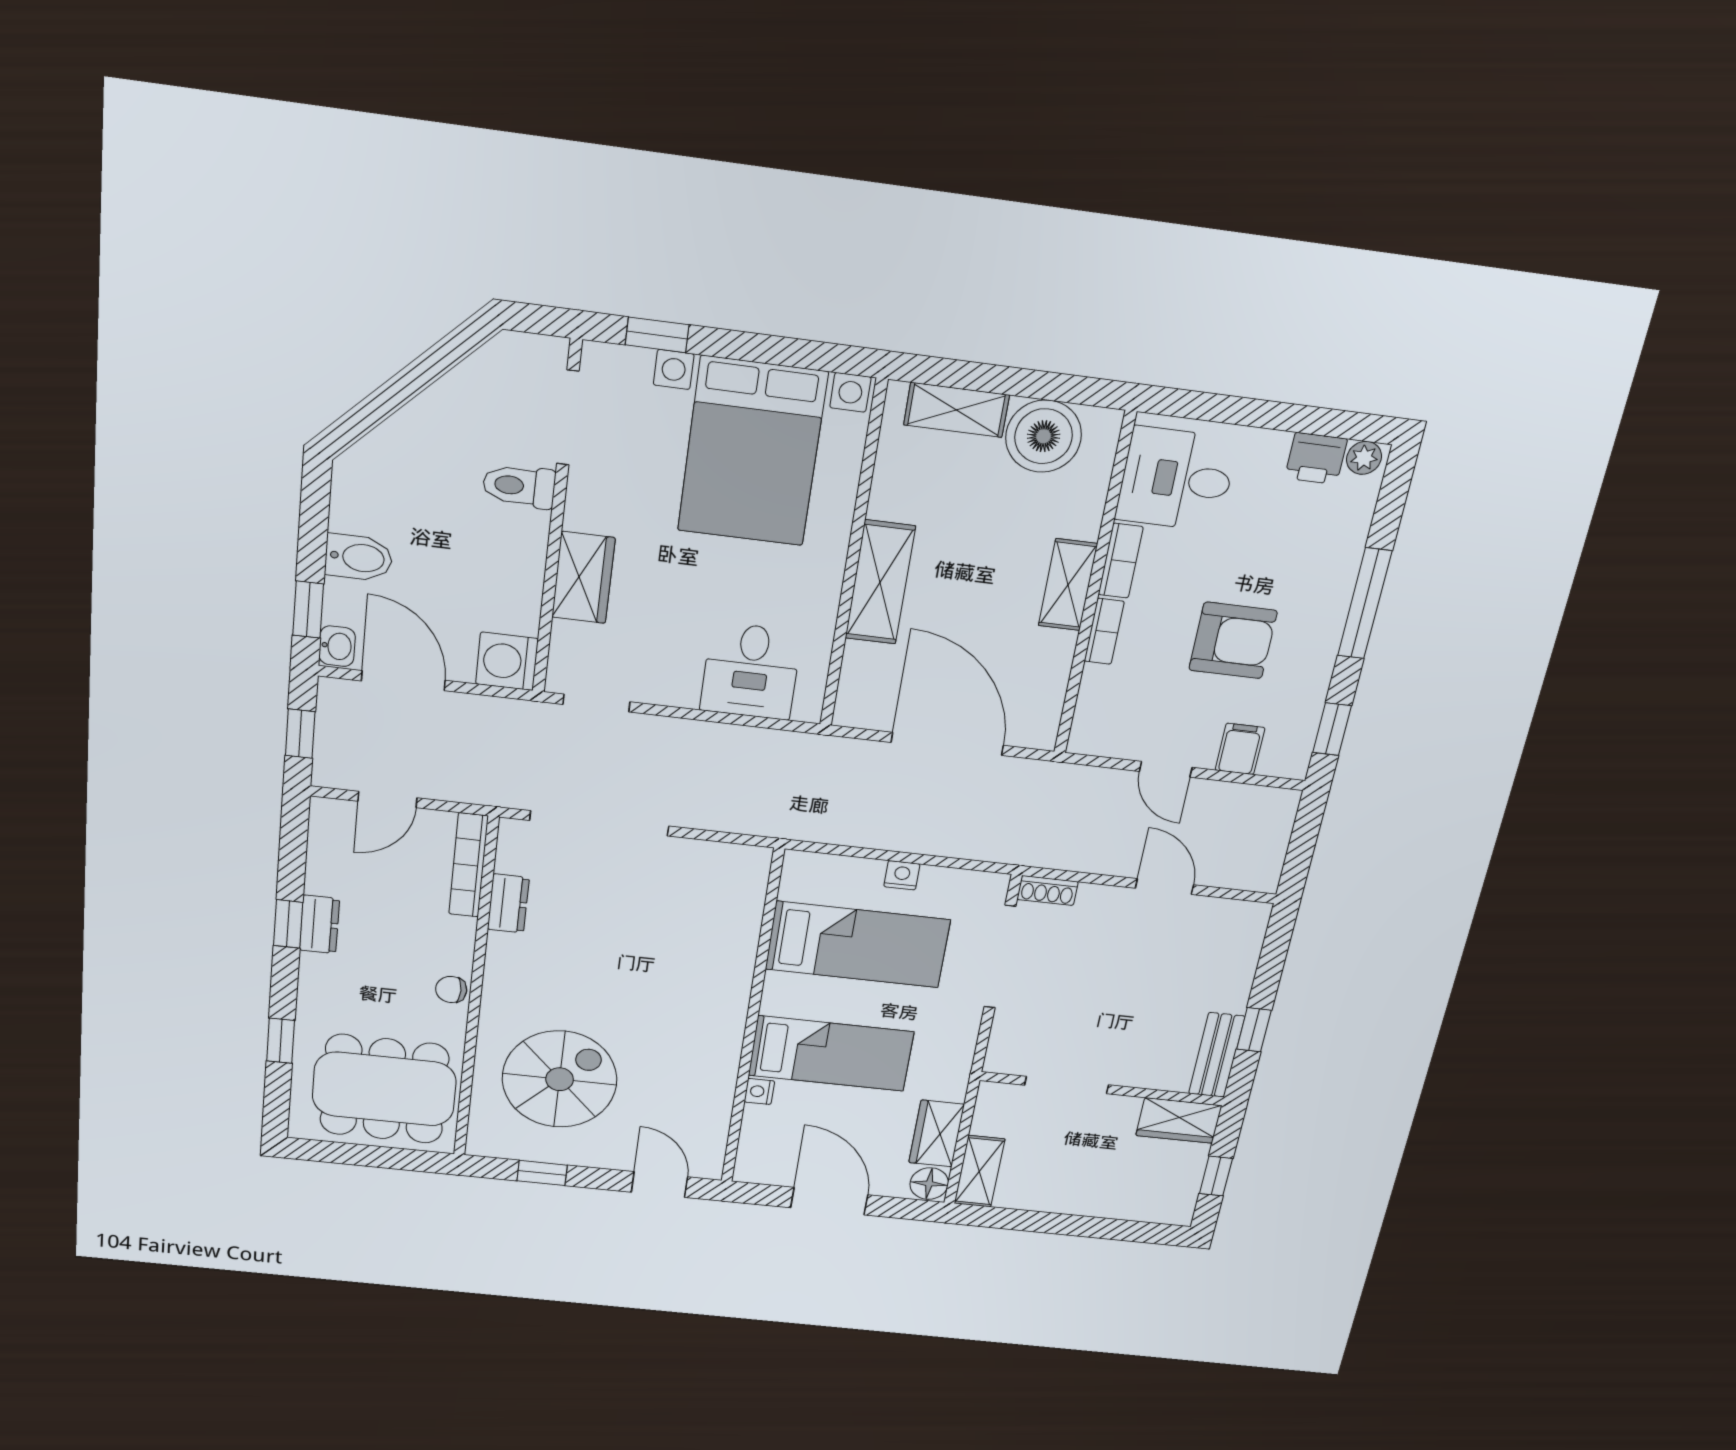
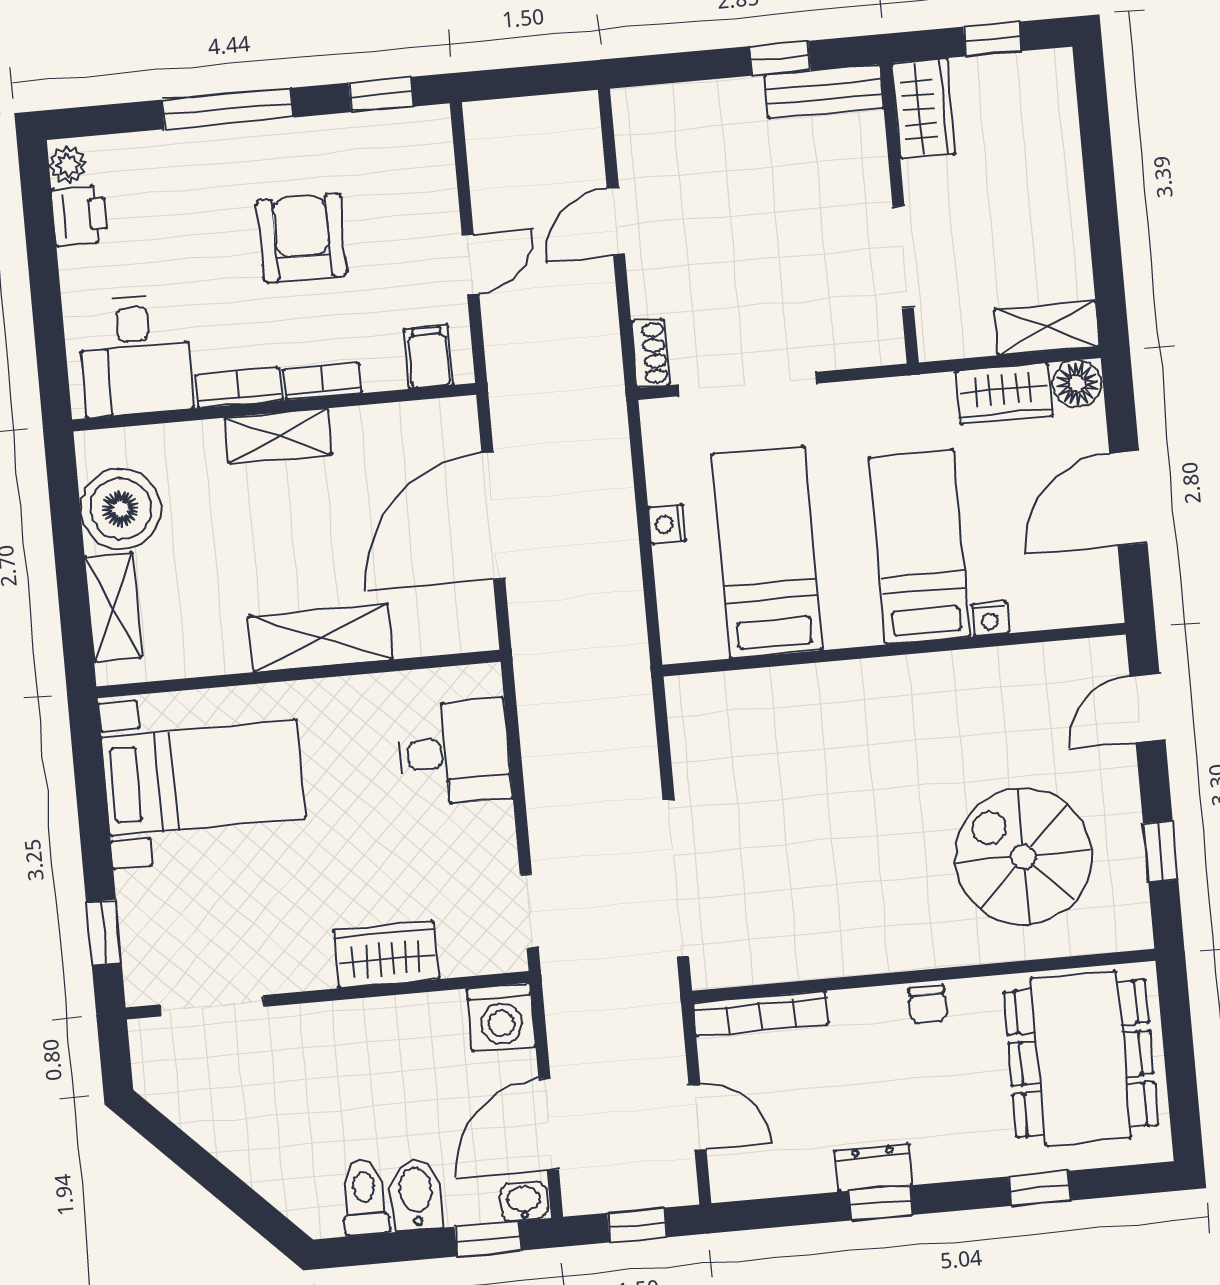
bed with nightstands: (752, 452) -> (203, 778), width x0.73
toilet: (519, 486) -> (365, 1197), moved, turned 180
filing cabinet: (1240, 749) -> (428, 357), moved, turned 90
dresser: (508, 903) -> (800, 960), removed

